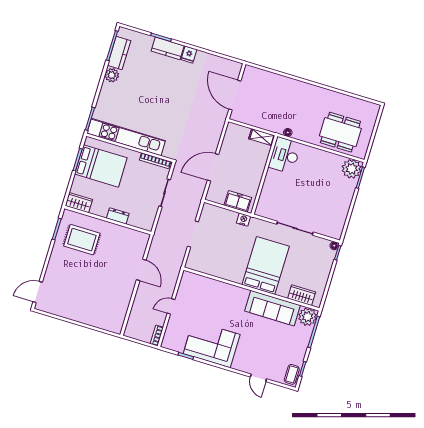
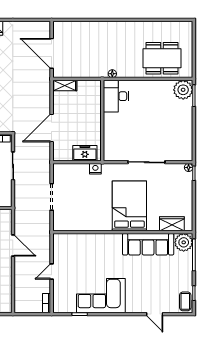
shelving: (262, 137) -> (65, 85), moved

